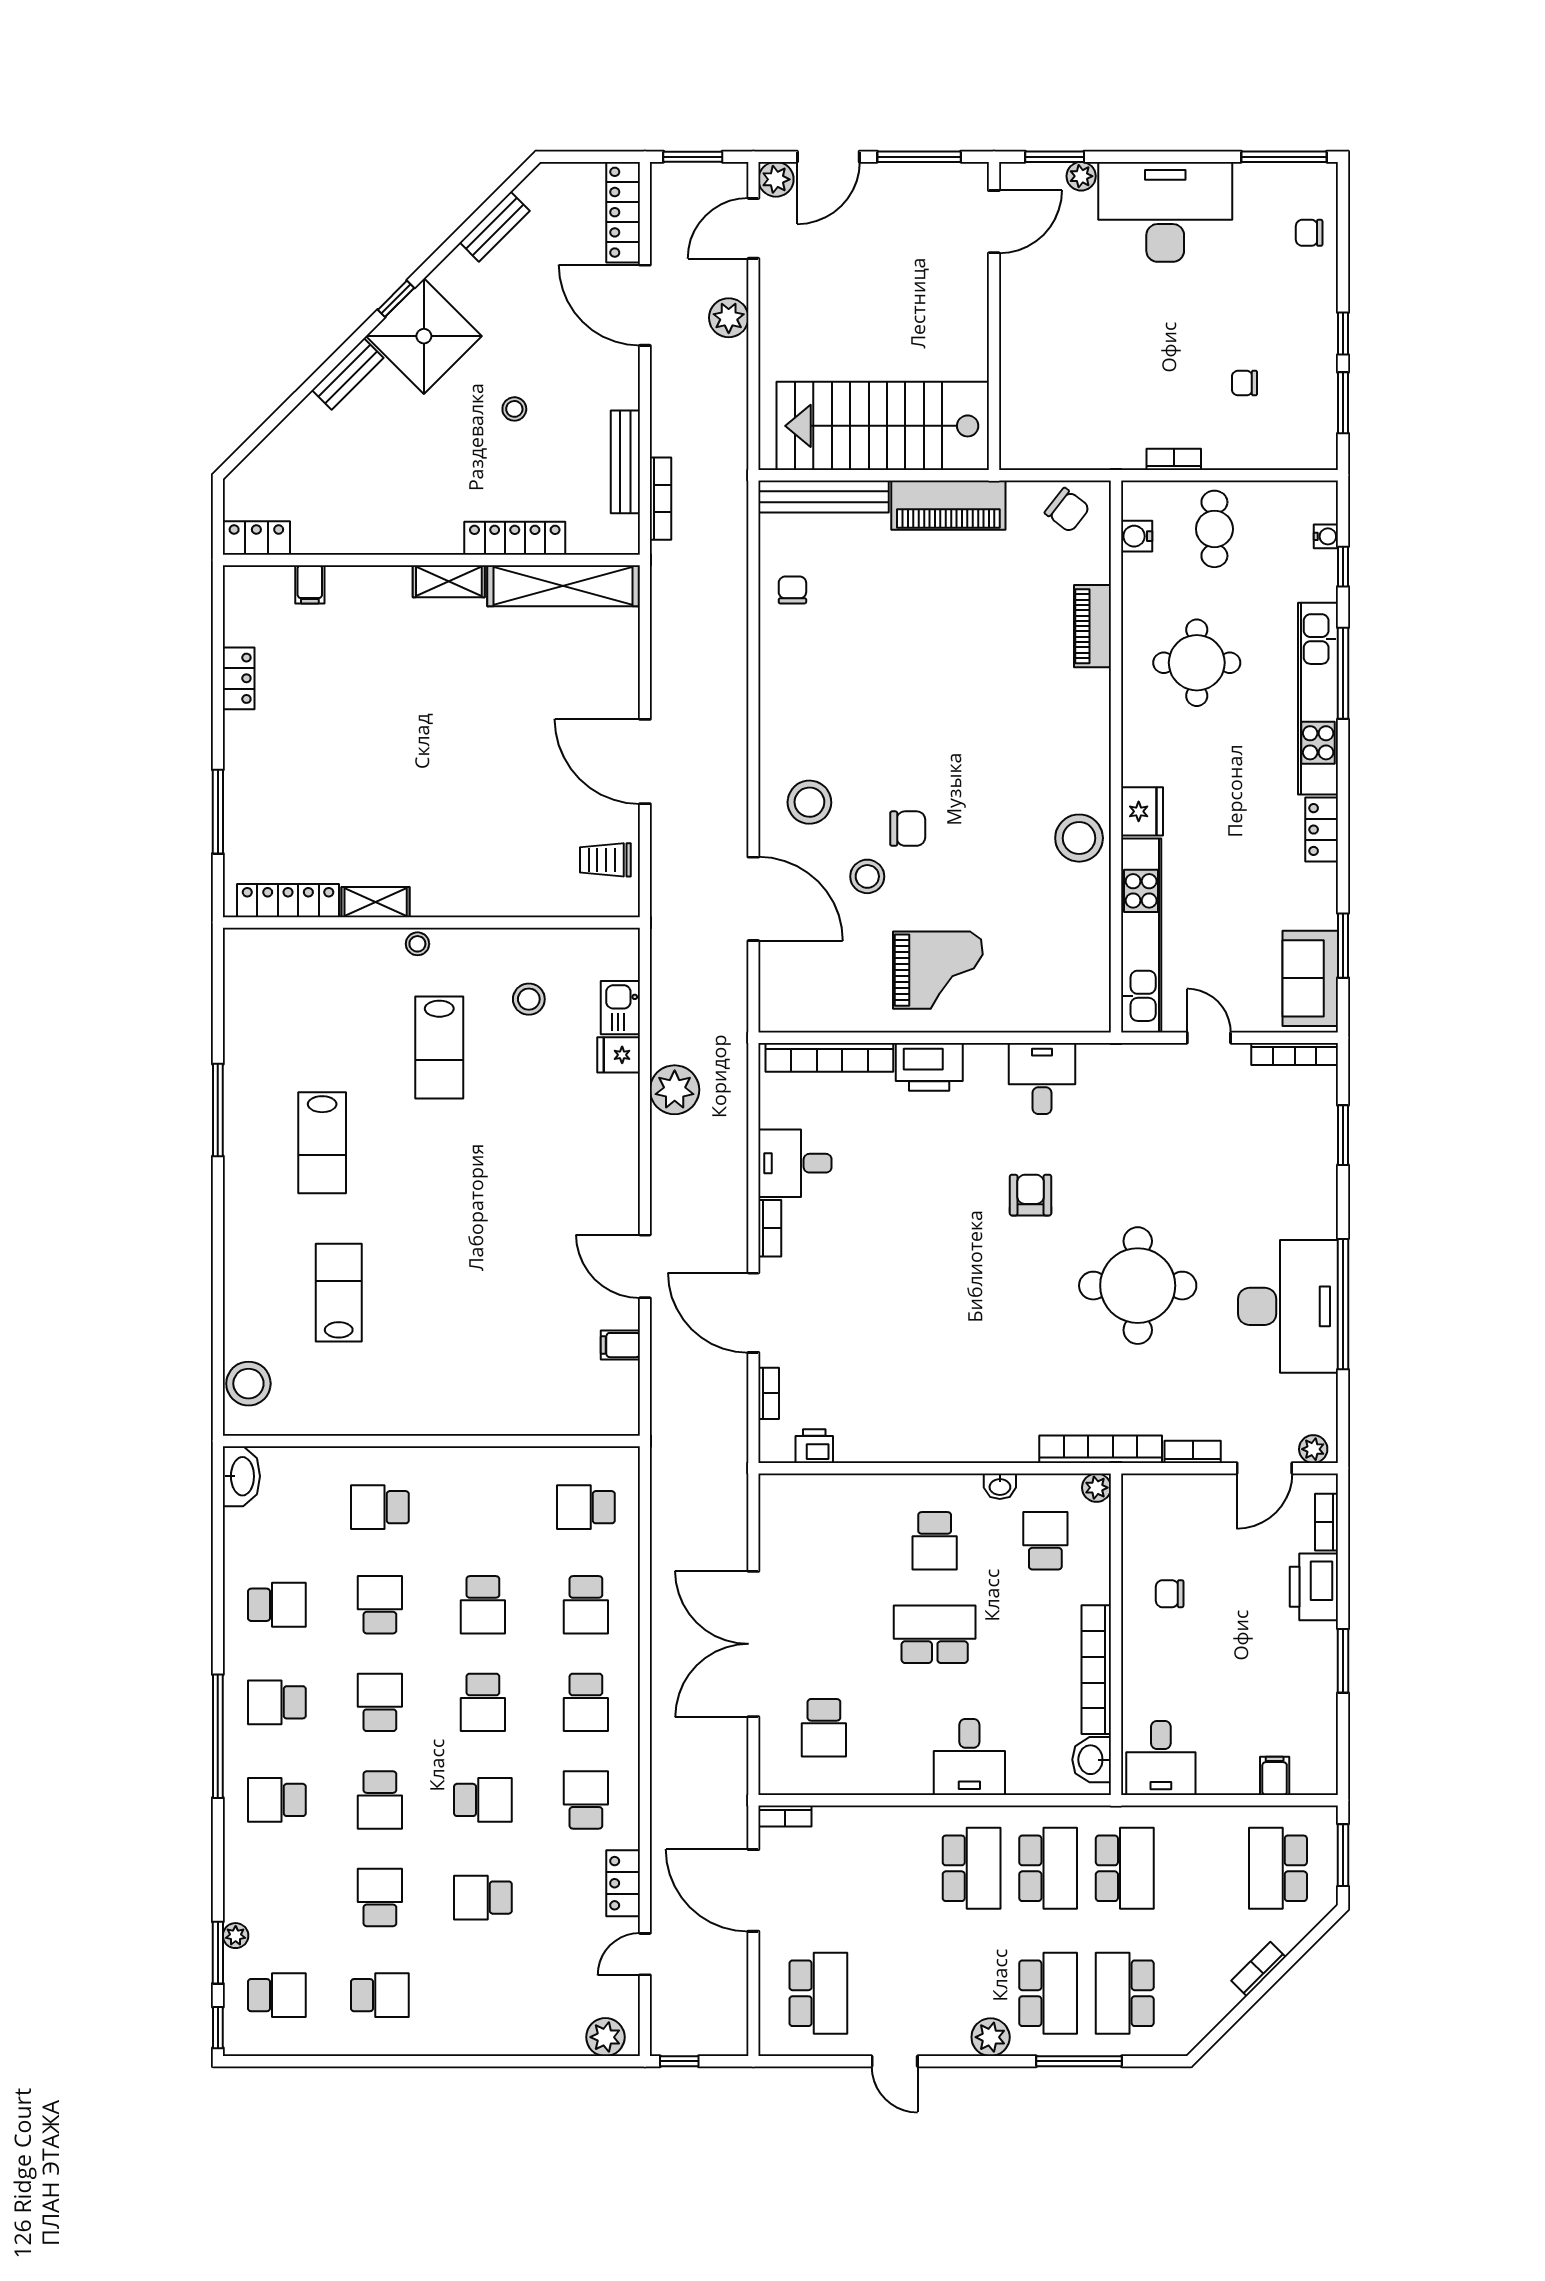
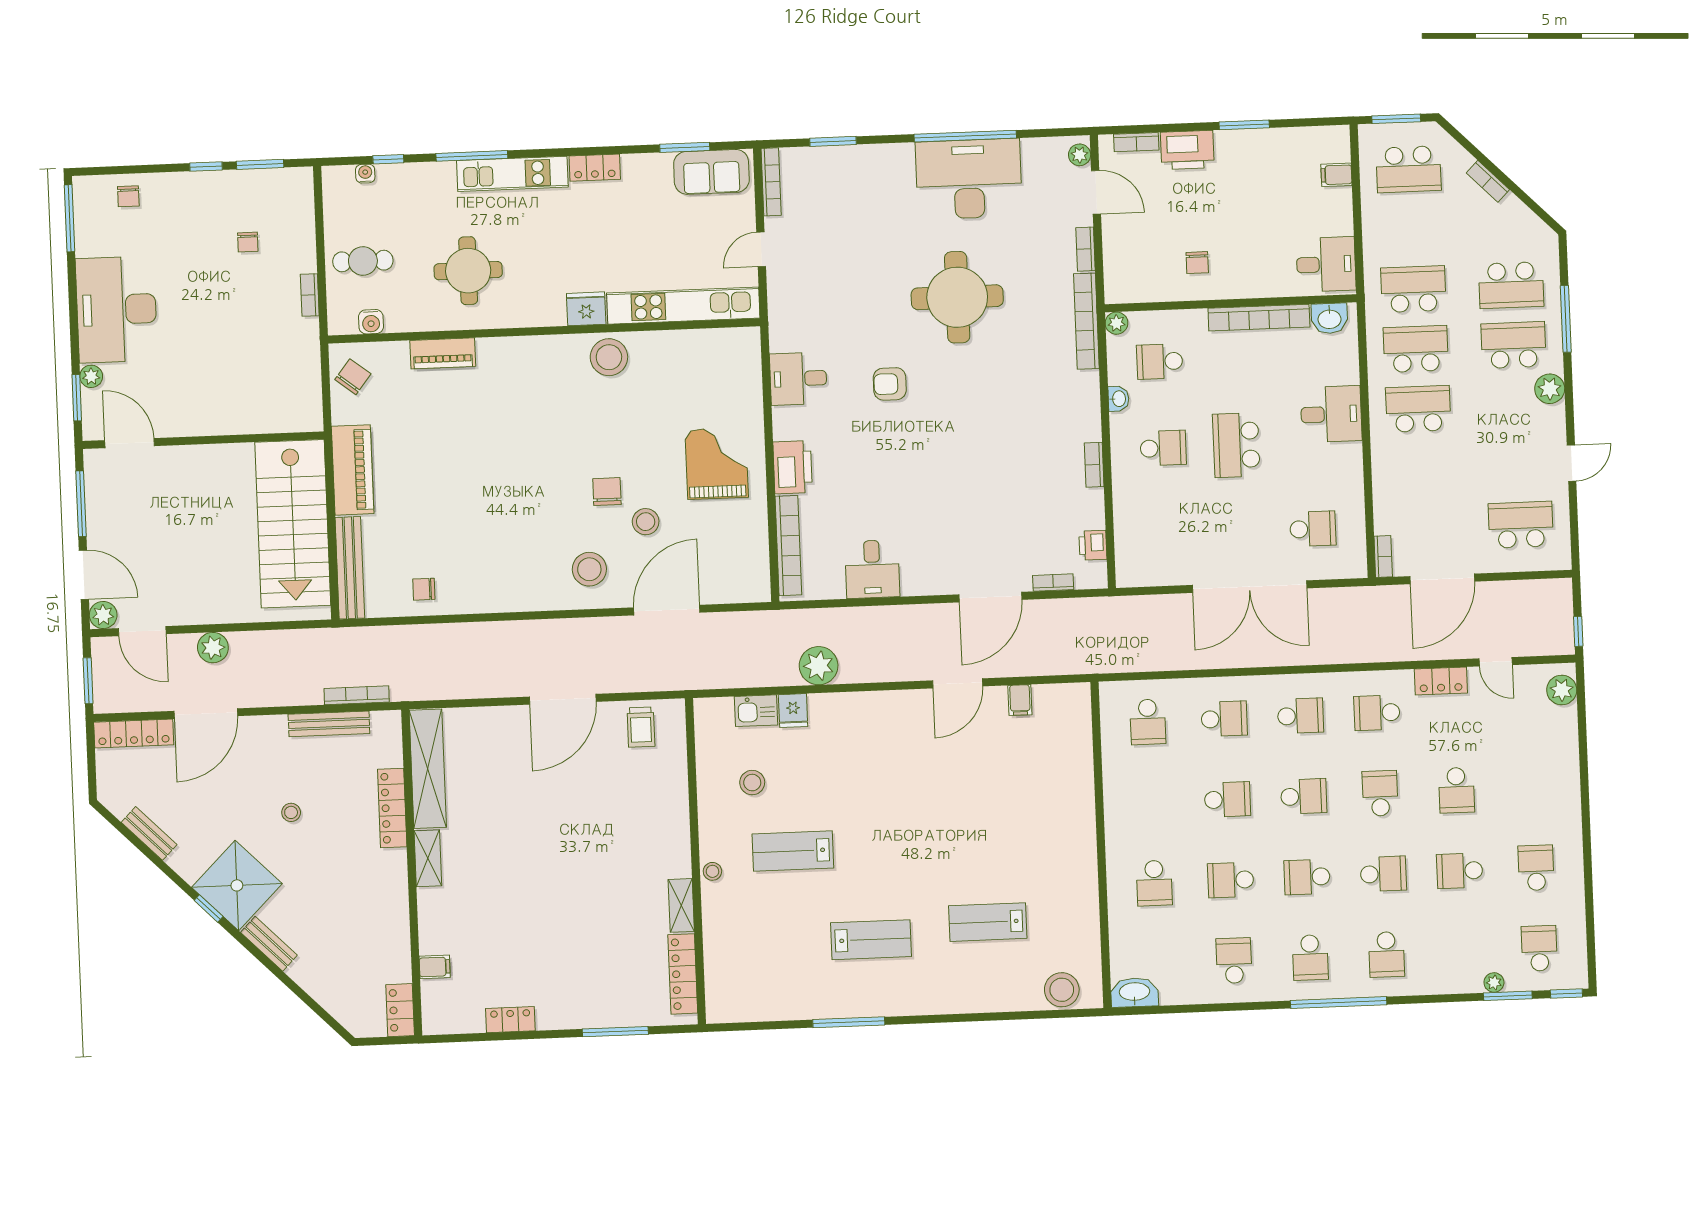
kitchen unit: (1318, 699) -> (512, 174), width x0.73
lab bench: (439, 1048) -> (793, 851), turned 180
bookcase: (770, 1228) -> (1094, 465), moved, turned -90

